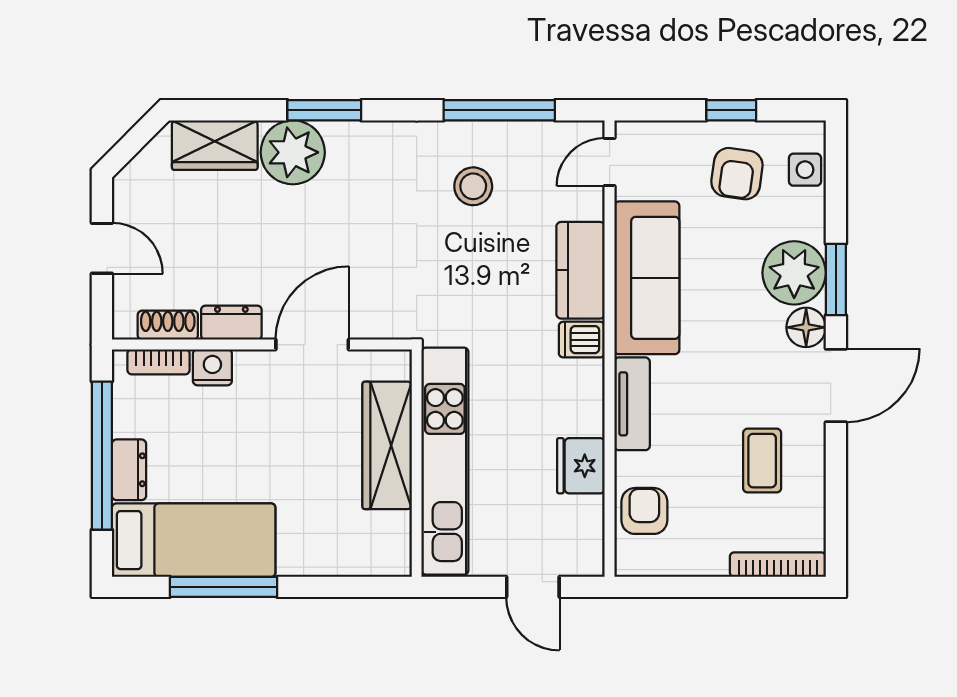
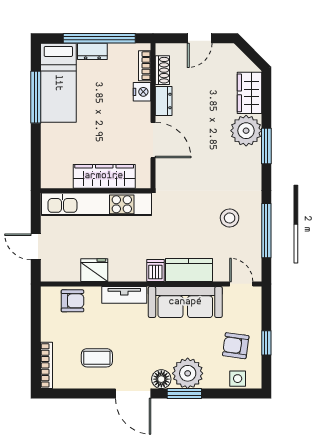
door: (533, 587) -> (36, 247), hinge flipped

